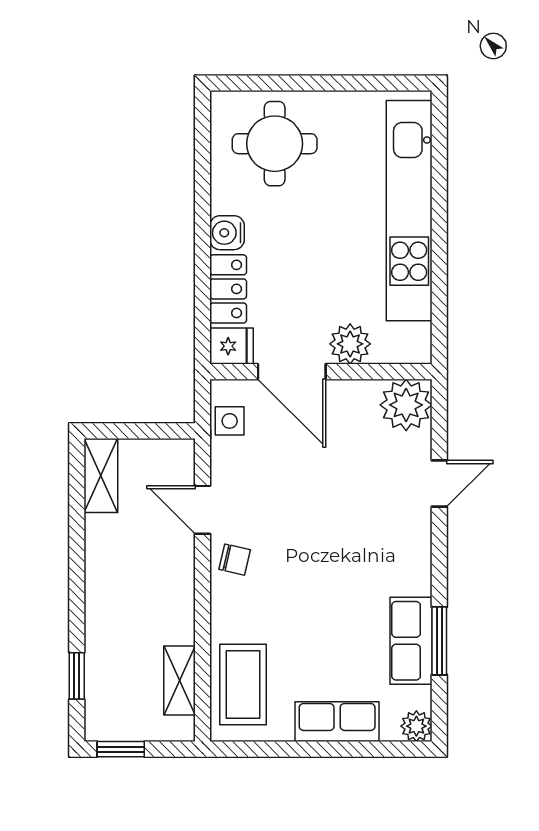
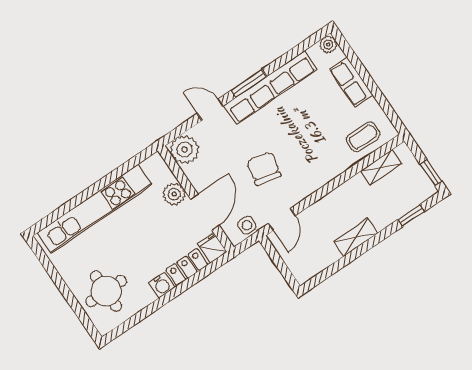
shelving: (101, 475) -> (356, 237), moved
door: (202, 510) -> (282, 219), moved
chair: (235, 560) -> (264, 169), moved, width x1.87, depth x1.87
row of seats: (411, 641) -> (270, 88), width x2.02
window: (439, 641) -> (249, 83), moved
coffee table: (243, 684) -> (363, 137), width x0.73, depth x0.77

